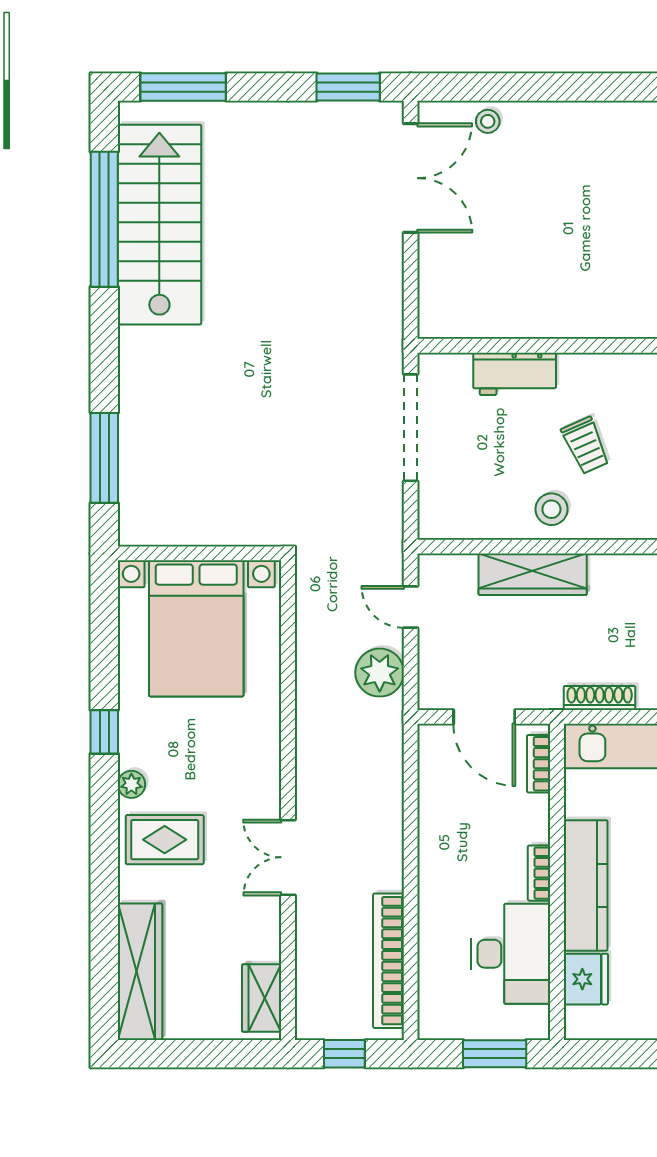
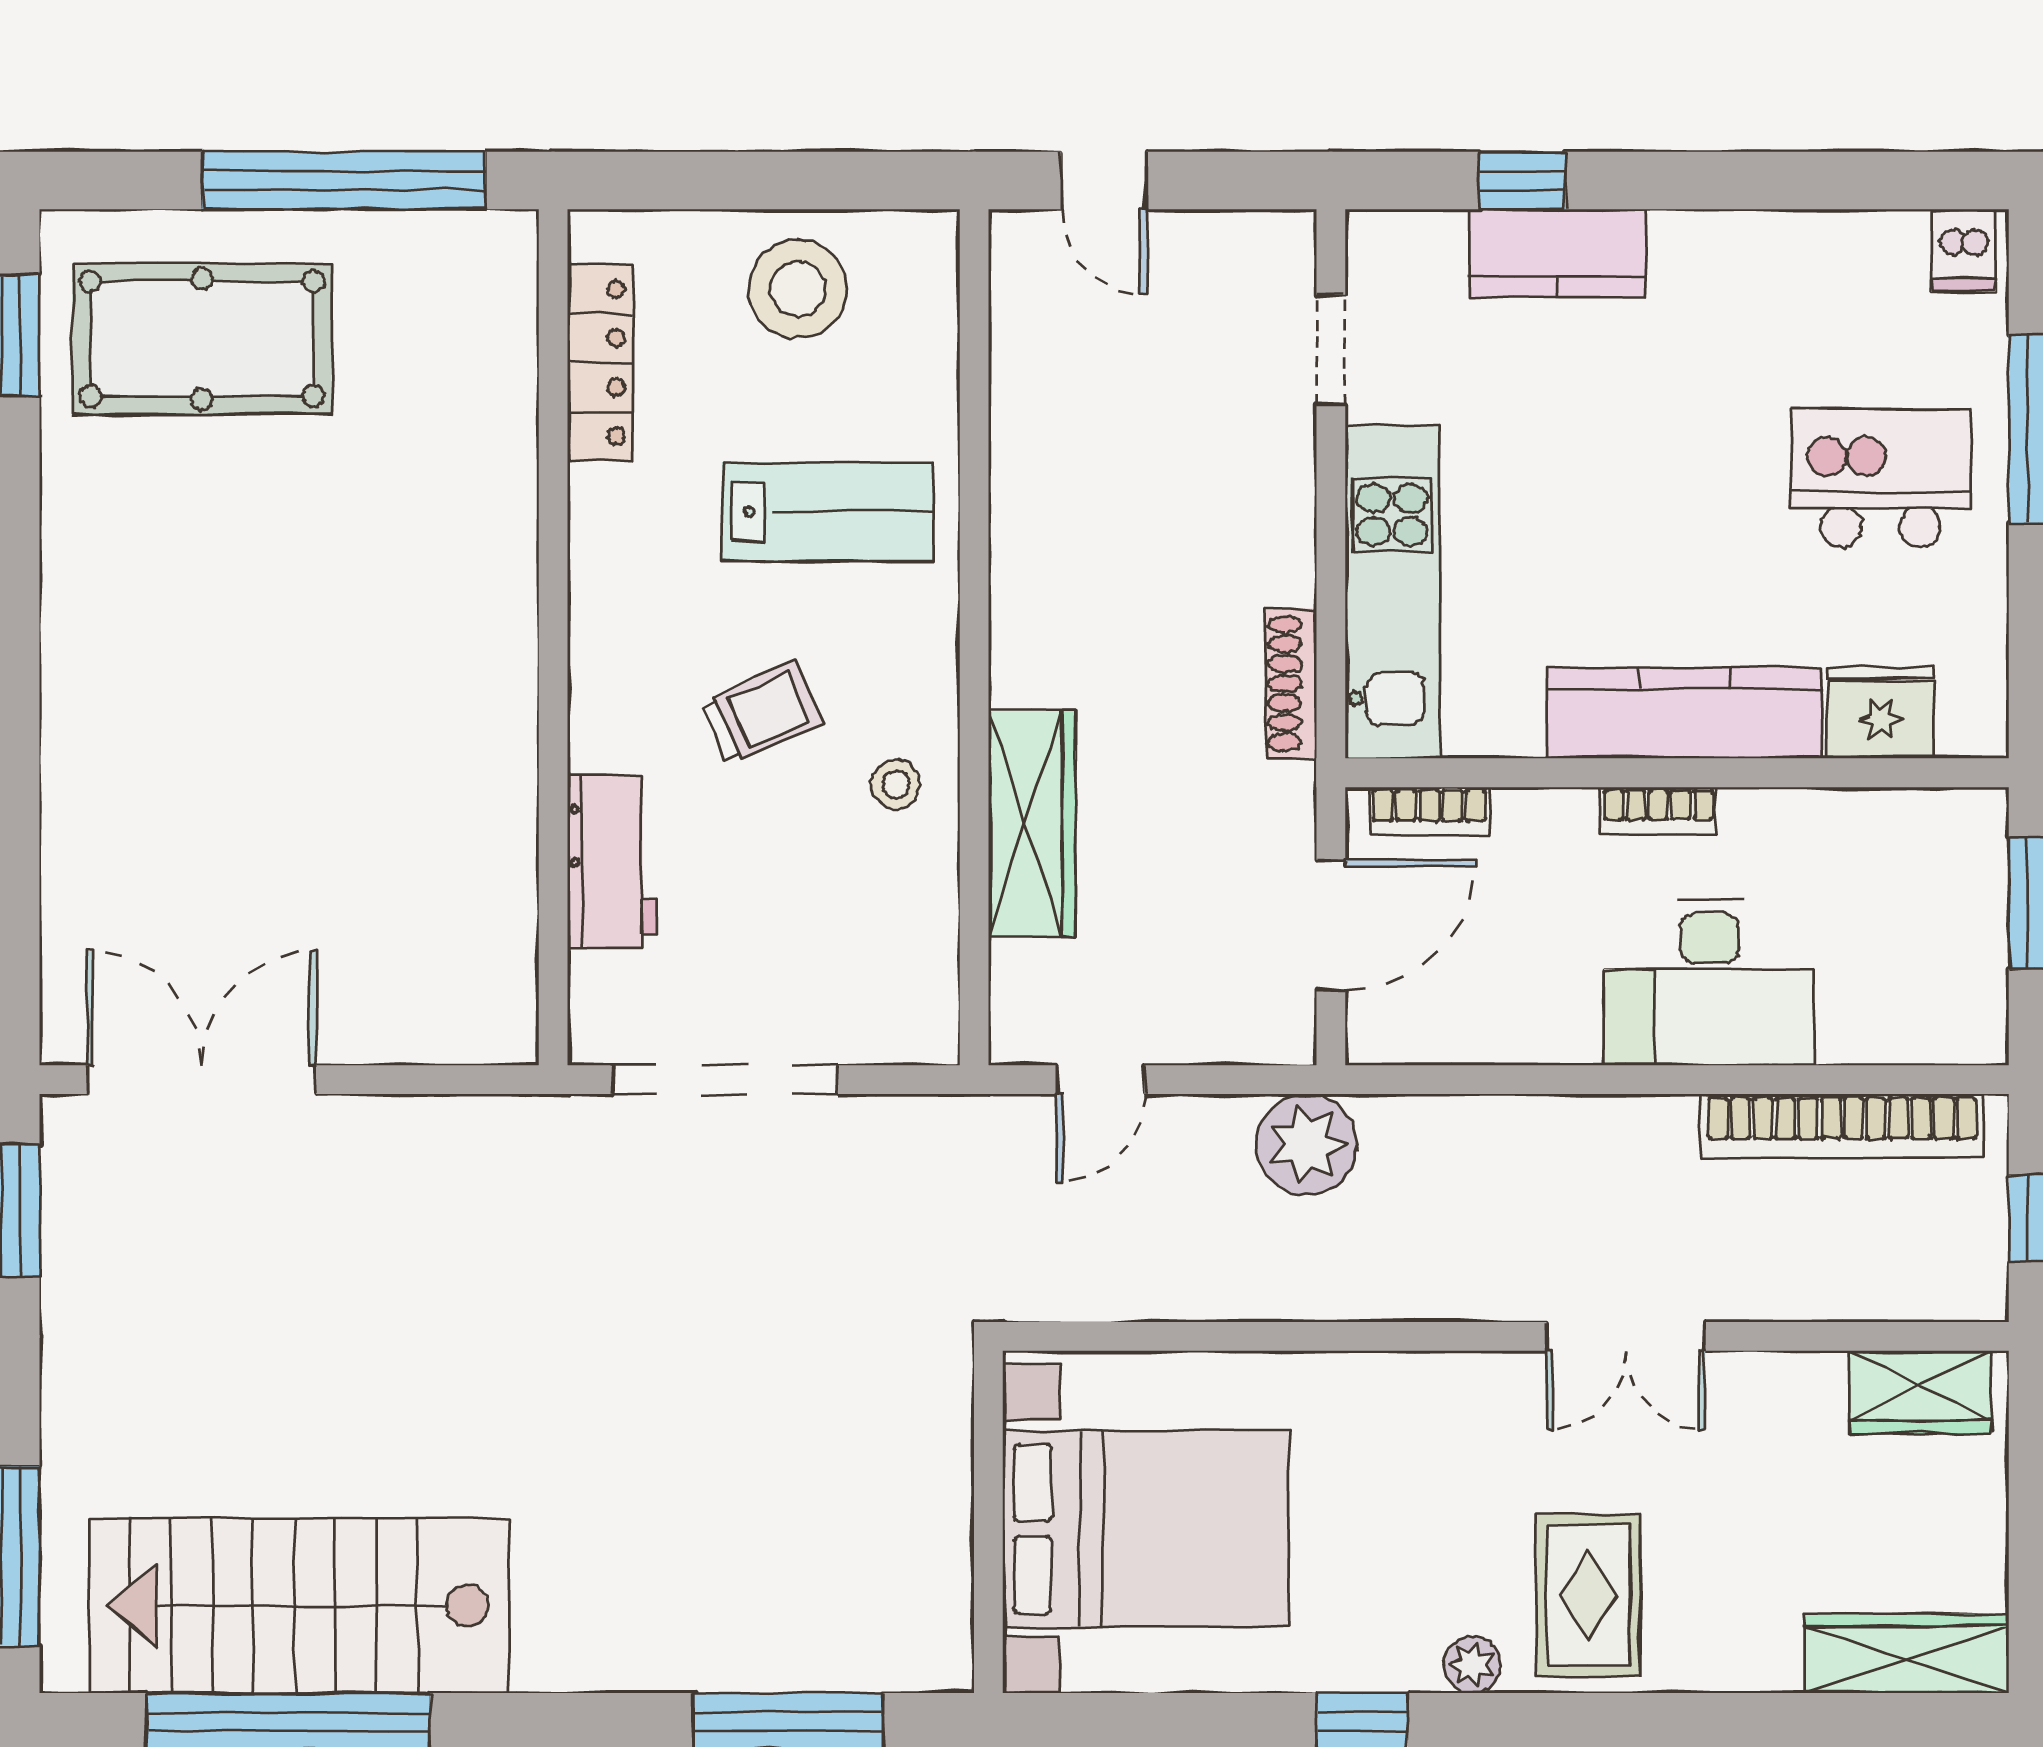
stool: (488, 121) -> (83, 918), removed
stool: (551, 509) -> (896, 784), width x0.73, depth x0.73
plant: (380, 673) -> (1307, 1144), moved
desk: (511, 954) -> (1709, 983), moved, turned 180
wardrobe: (140, 972) -> (1906, 1654), width x0.71, depth x0.85

